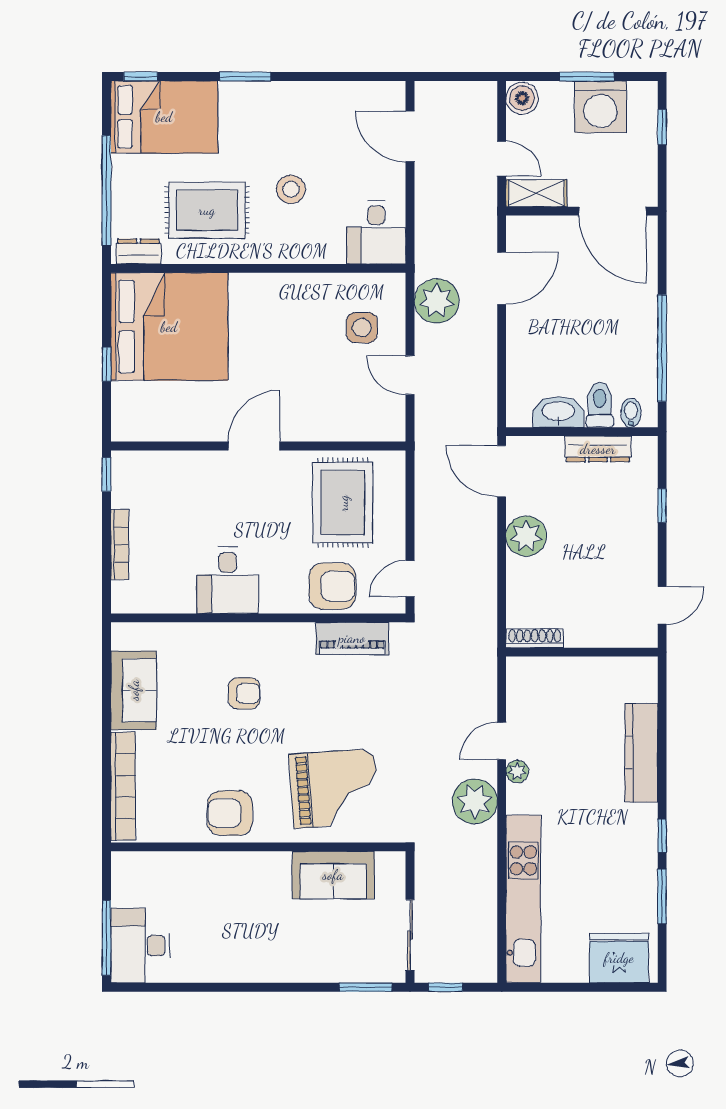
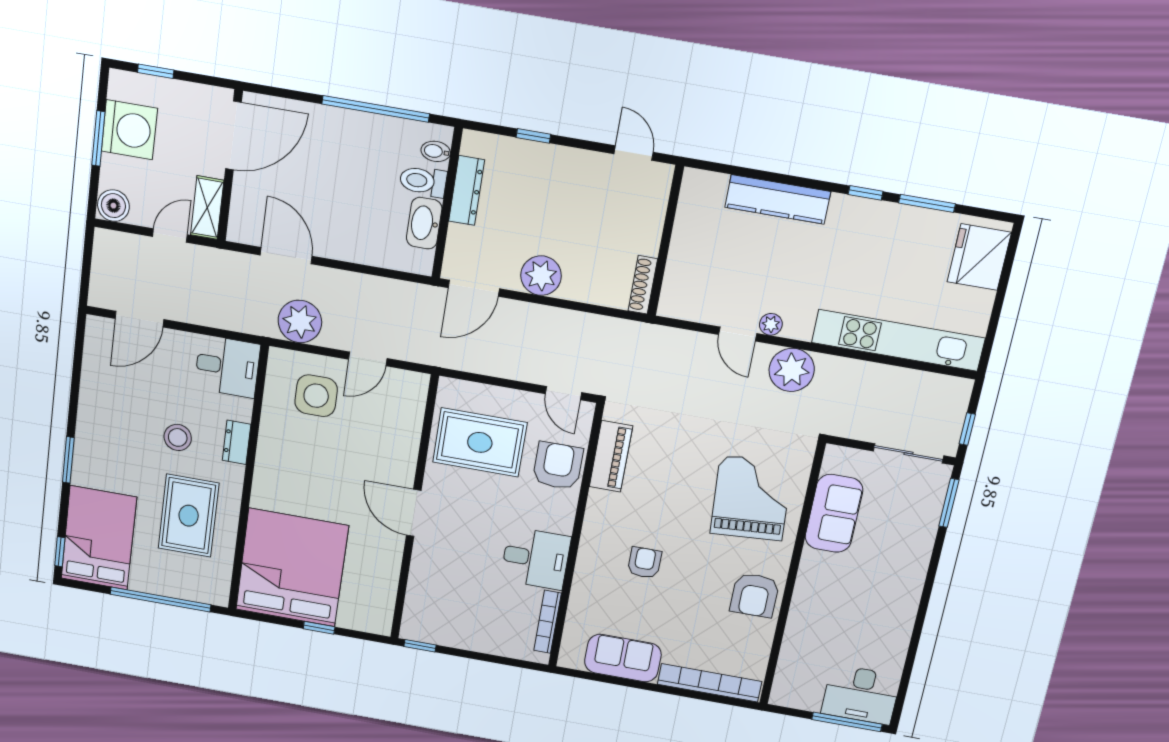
dresser: (138, 251) -> (237, 442), moved
side table: (362, 328) -> (316, 396), width x1.37, depth x1.37
bookcase: (120, 545) -> (548, 622), moved, turned -90

